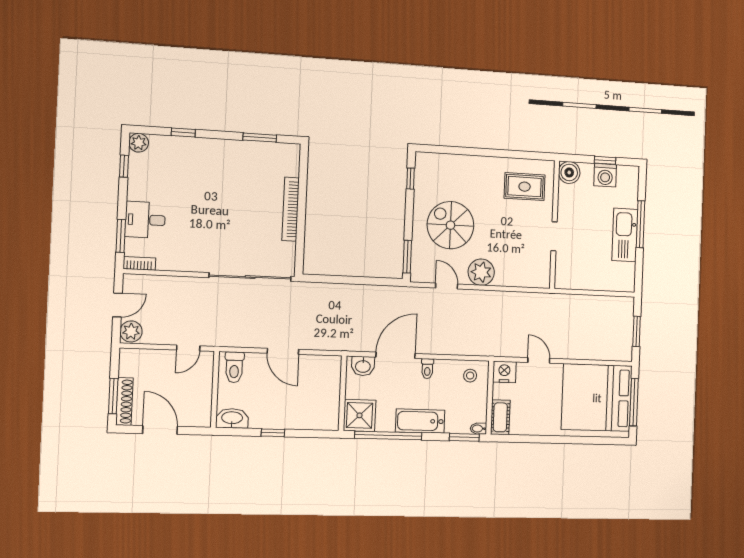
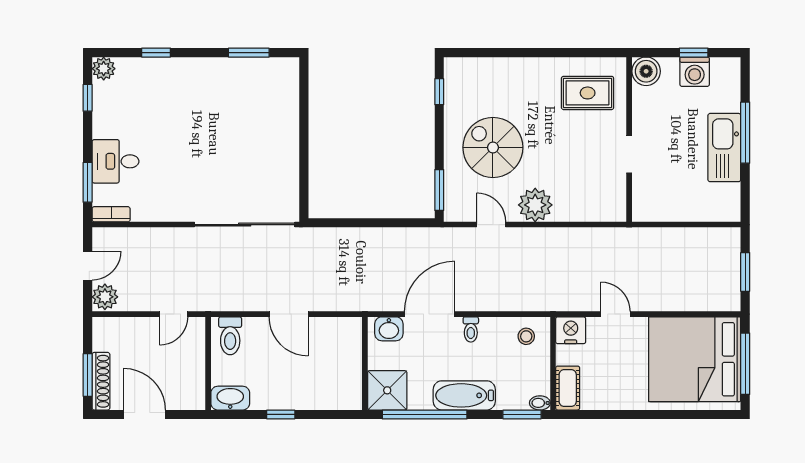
bookcase: (291, 209) -> (291, 139), removed

